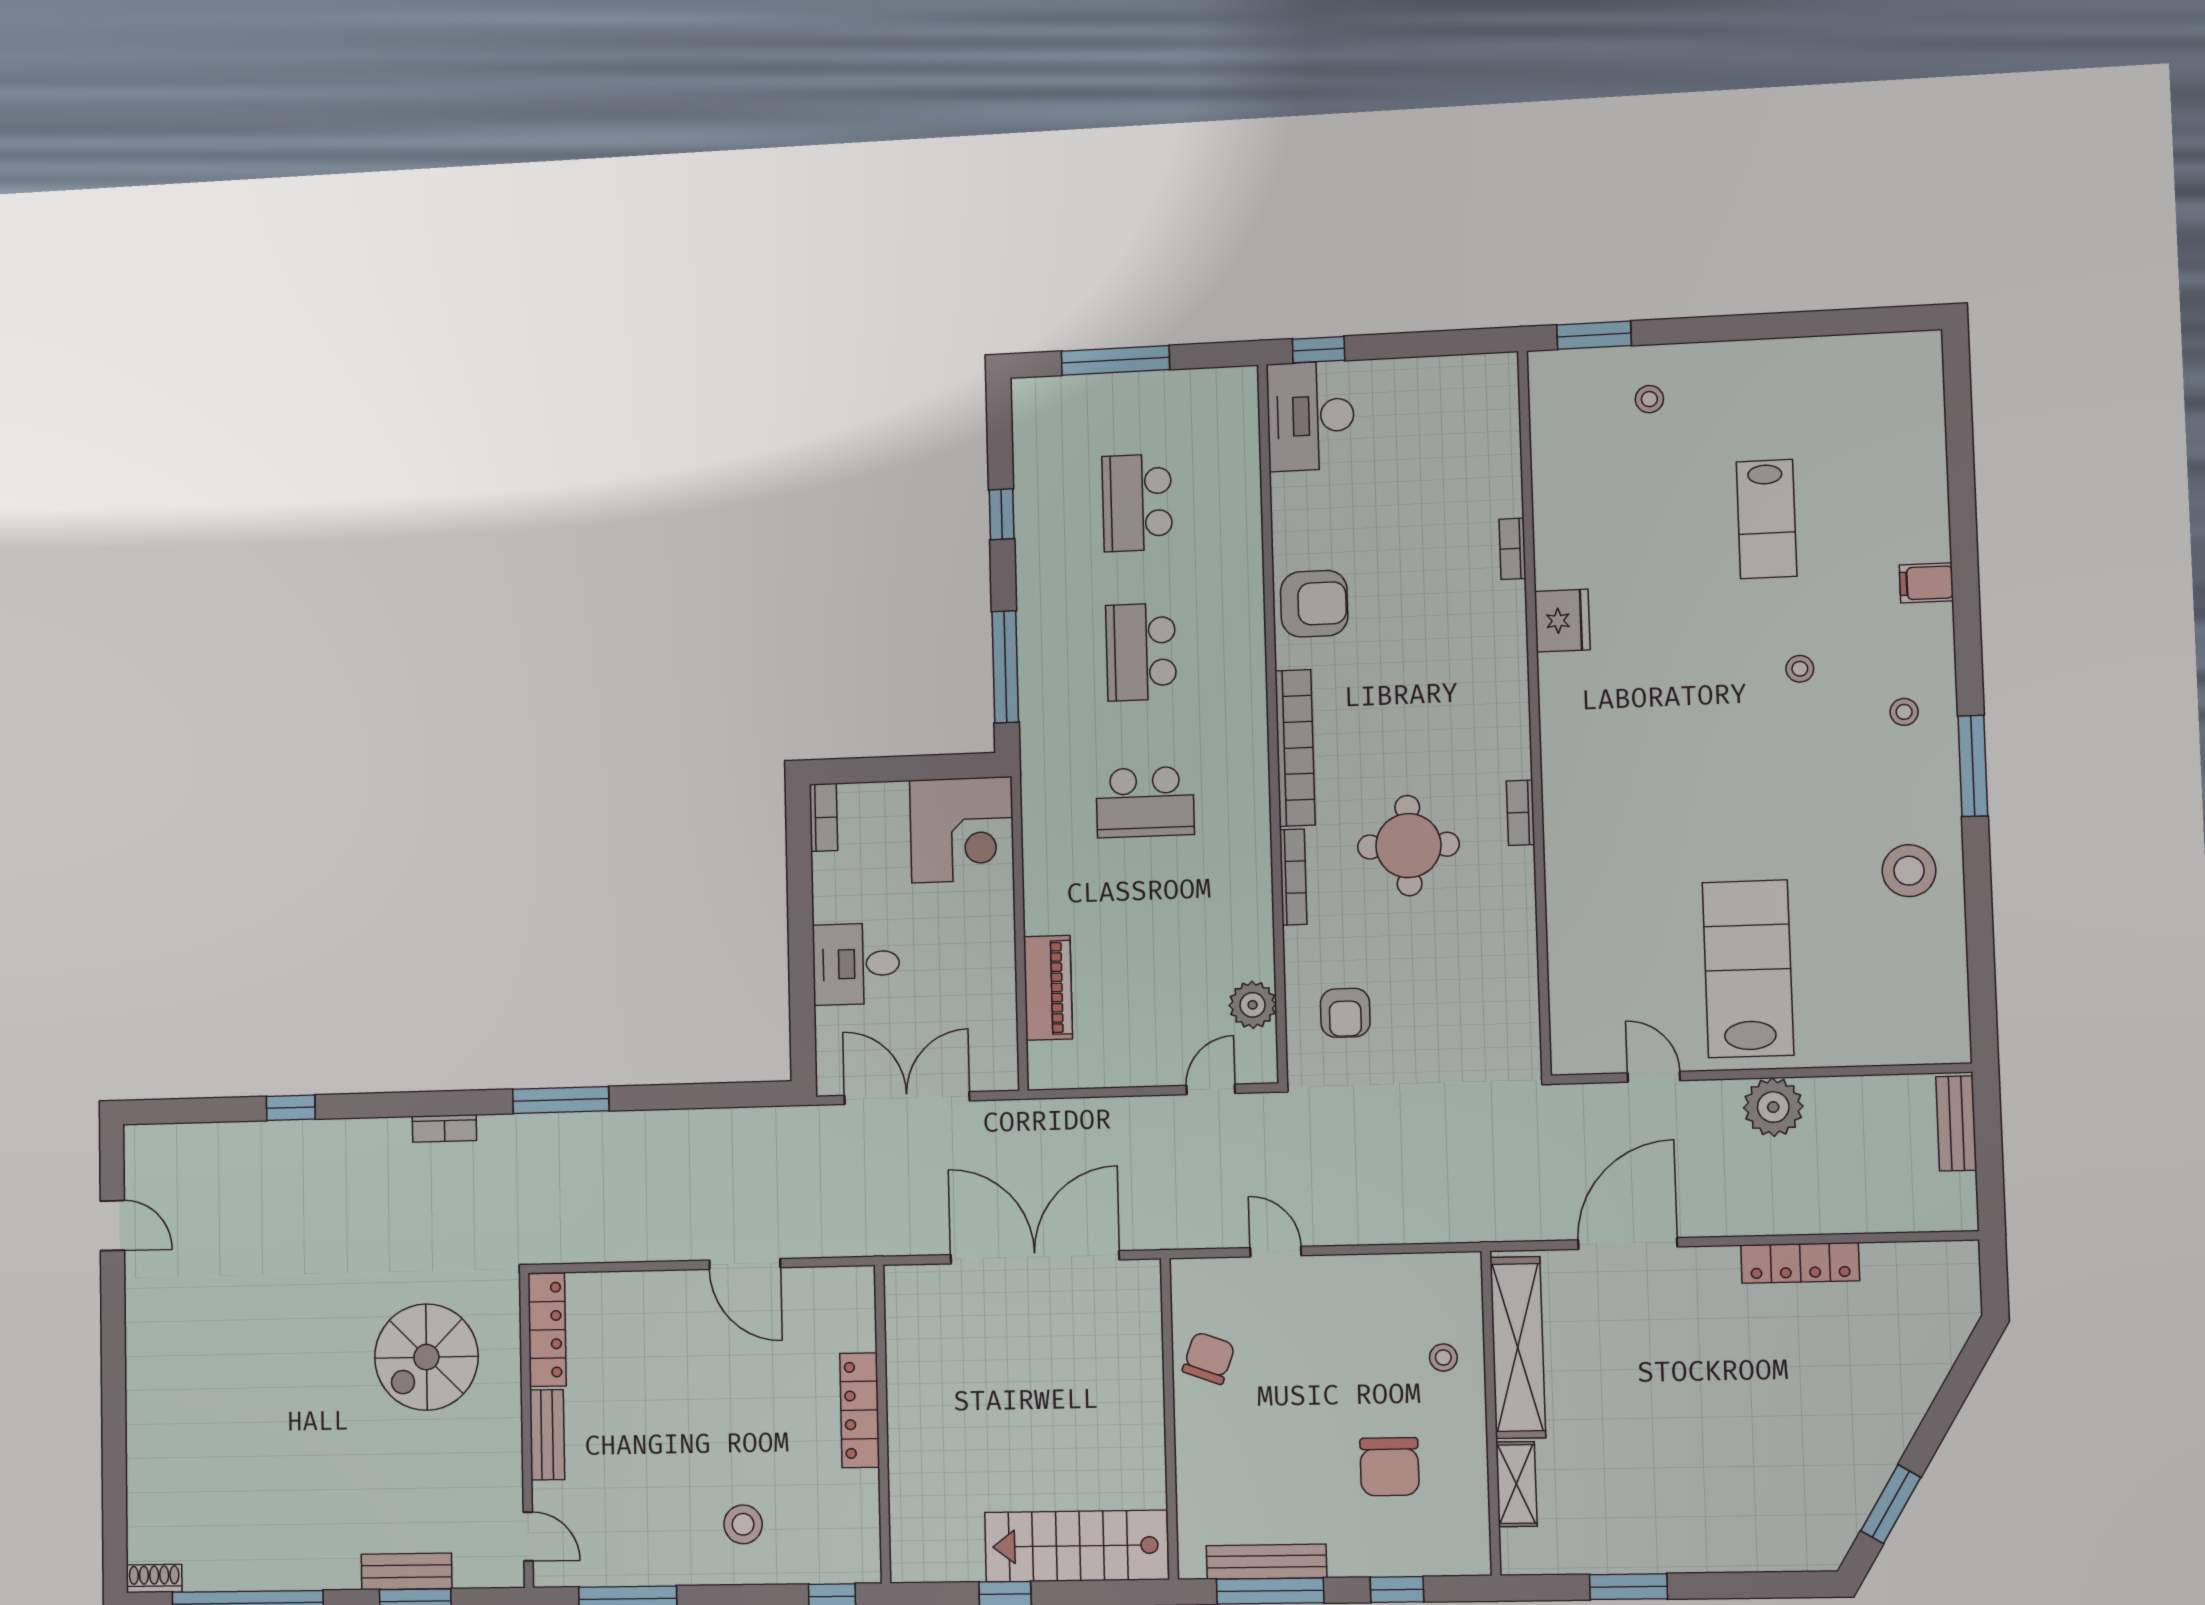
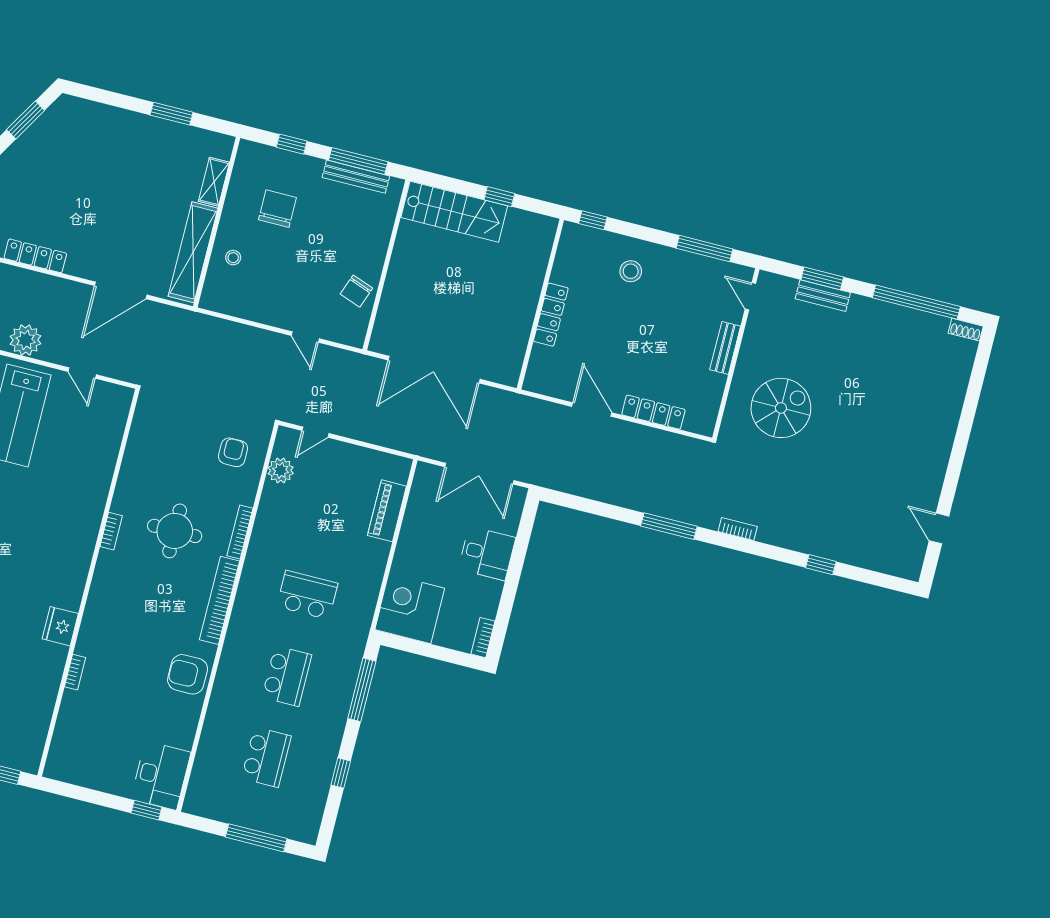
locker: (547, 1330) -> (653, 412), moved, turned 90

